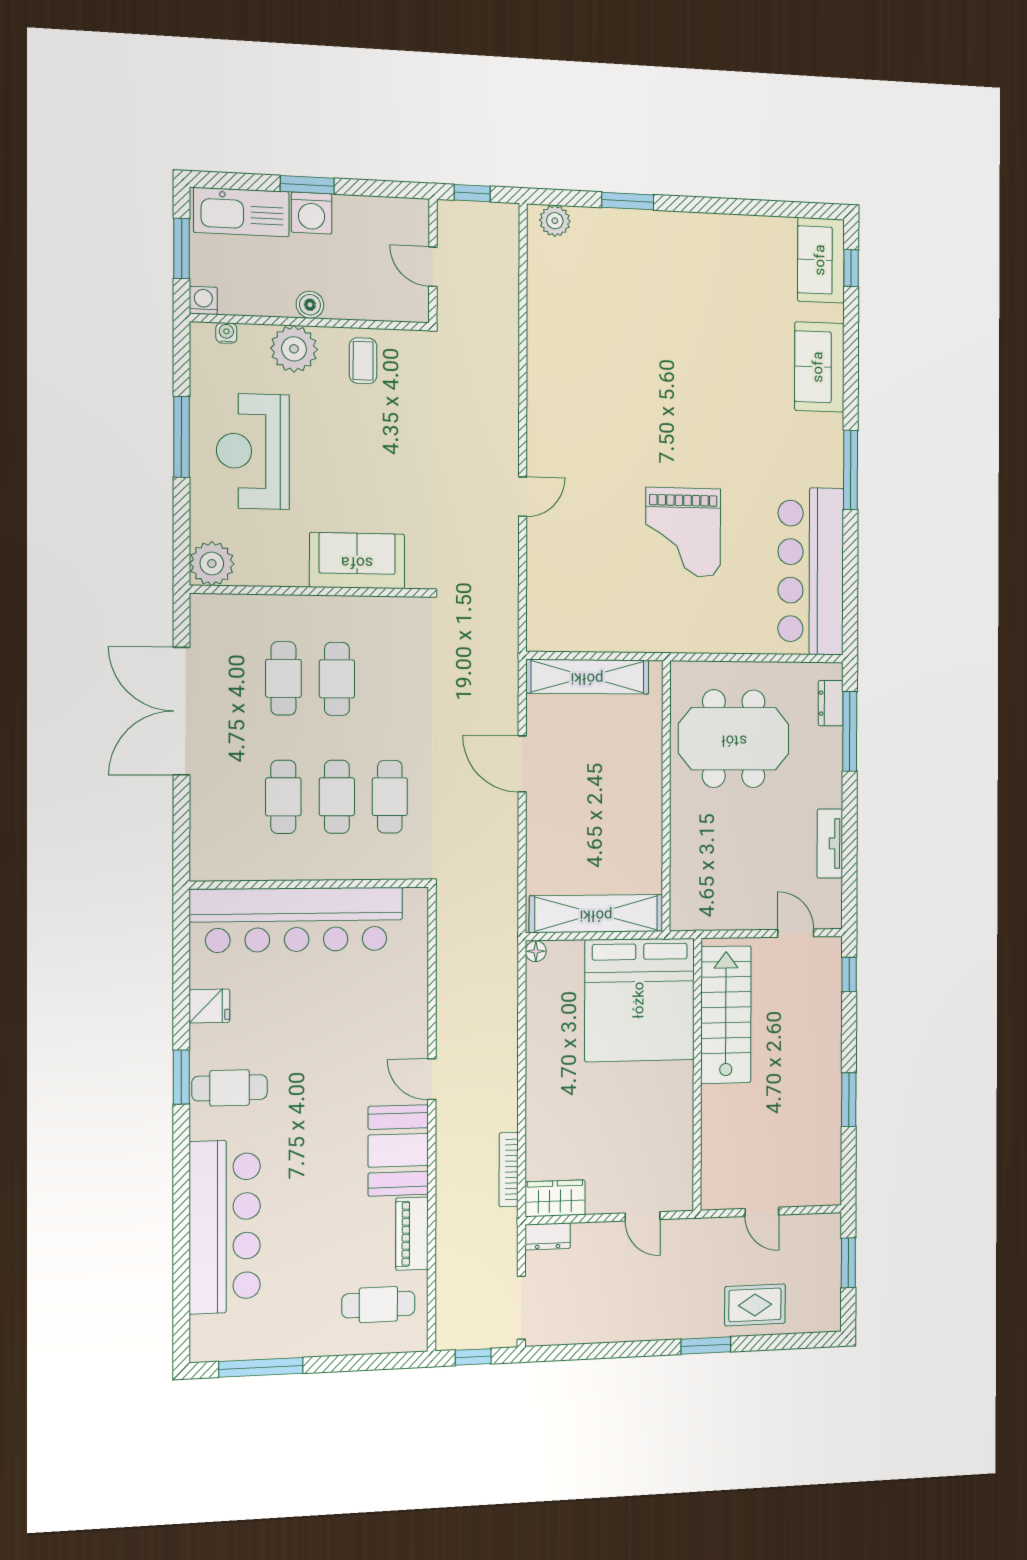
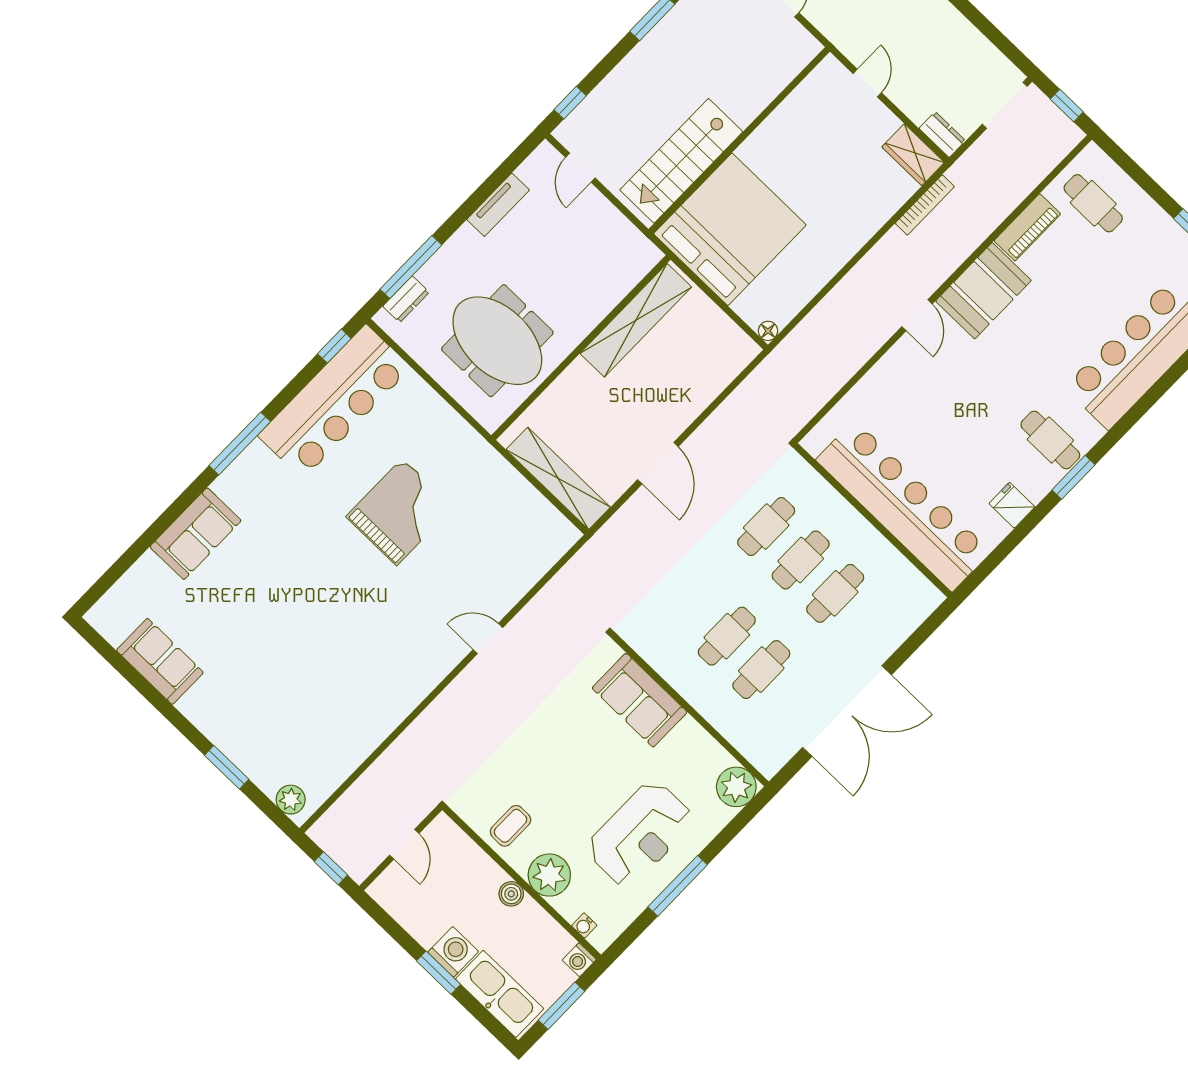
sofa: (821, 260) -> (160, 661), moved, turned -90
window: (851, 268) -> (334, 346), moved
shelving: (596, 914) -> (636, 320), moved, turned 90

